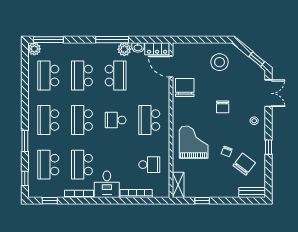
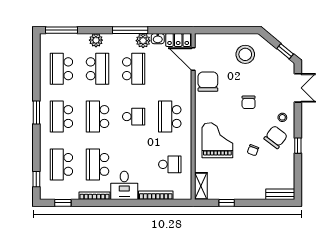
plant: (34, 49) -> (96, 40), moved
school desk: (82, 76) -> (98, 69), turned 180
school desk: (116, 120) -> (134, 117), turned 180
window: (25, 141) -> (36, 113), moved
chair: (244, 164) -> (276, 137), moved

